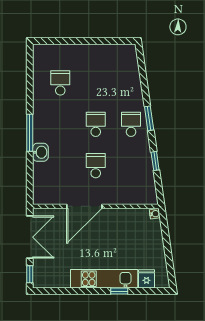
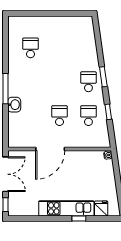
school desk: (96, 124) -> (88, 116), moved

